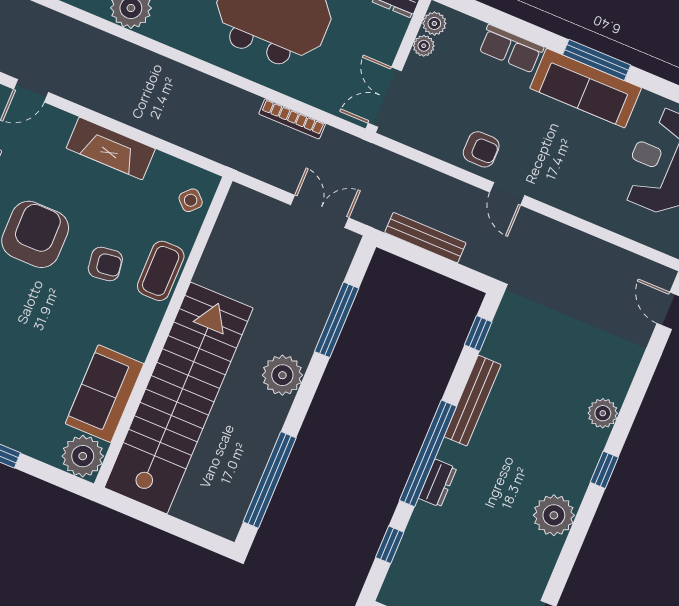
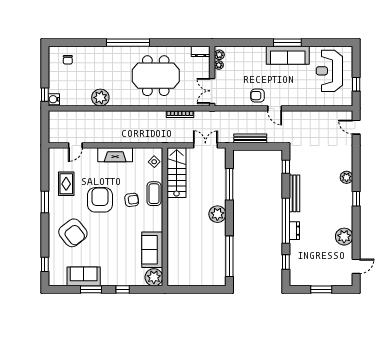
row of seats: (511, 49) -> (253, 52), removed
armchair: (481, 149) -> (257, 96), turned 180
stairs: (179, 398) -> (177, 173), moved, width x0.54, depth x0.66
plant: (554, 515) -> (344, 237), moved

